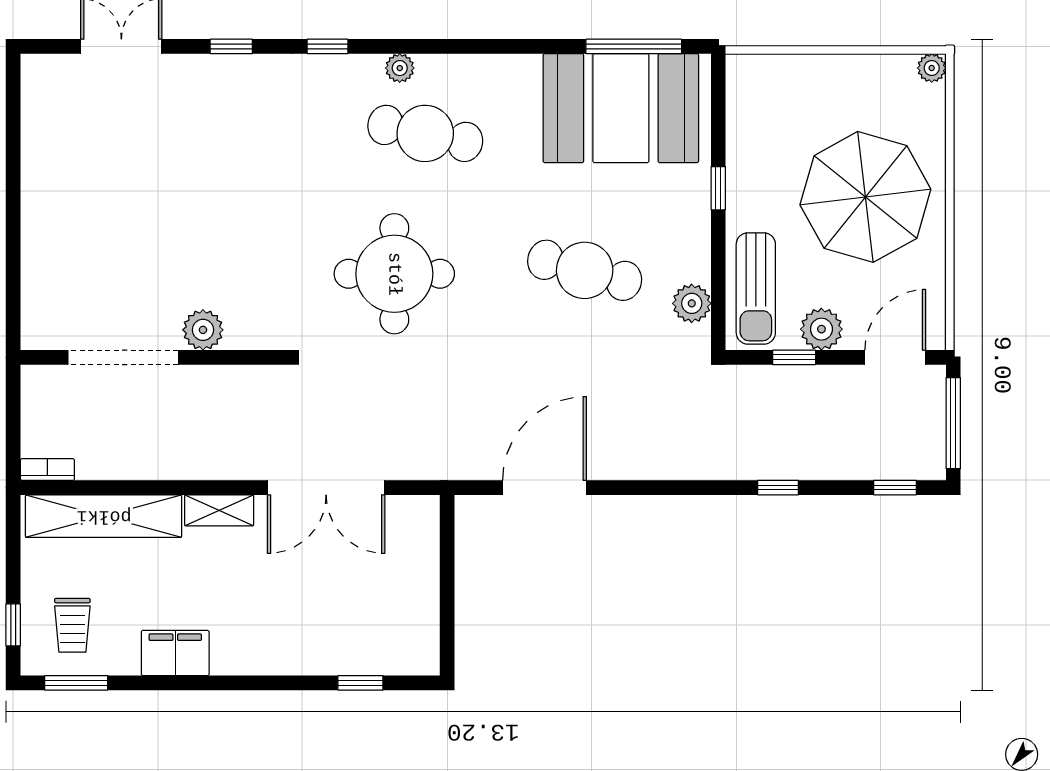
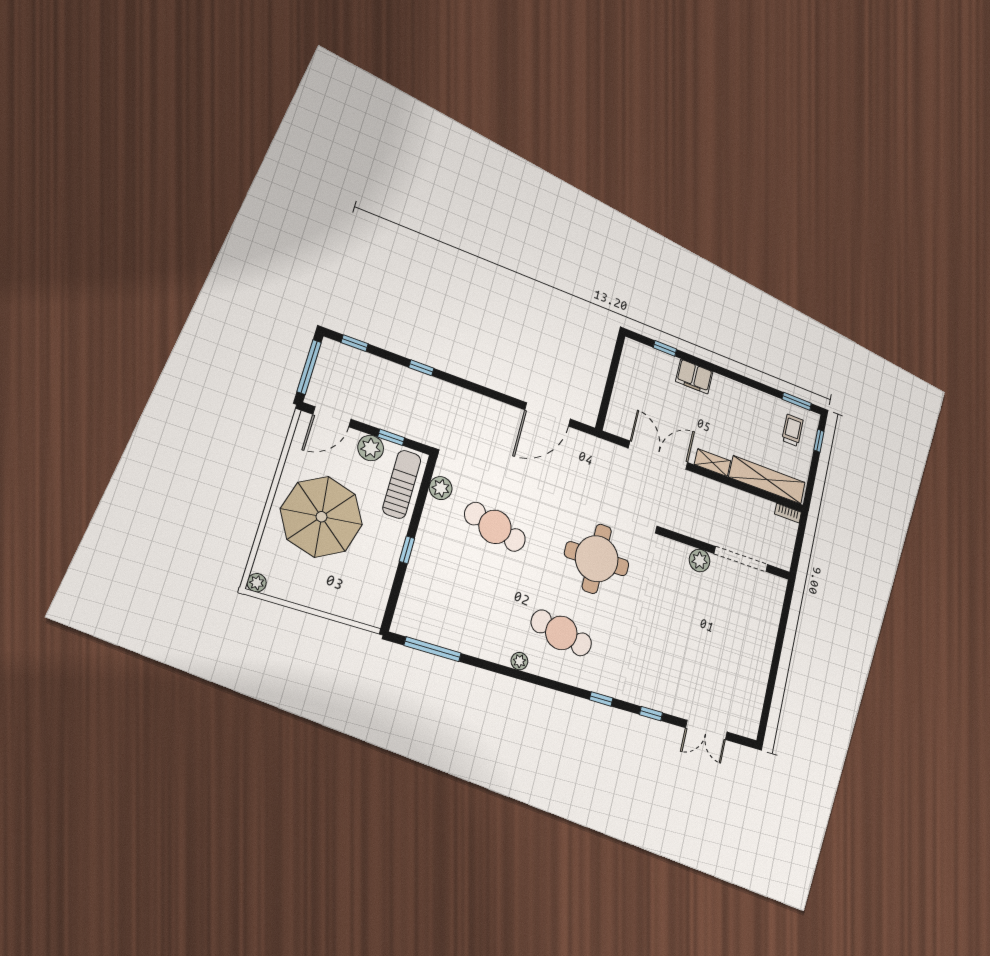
plant: (400, 68) -> (519, 661), moved
booth: (621, 108) -> (450, 615), removed
filing cabinet: (175, 653) -> (694, 377), moved

